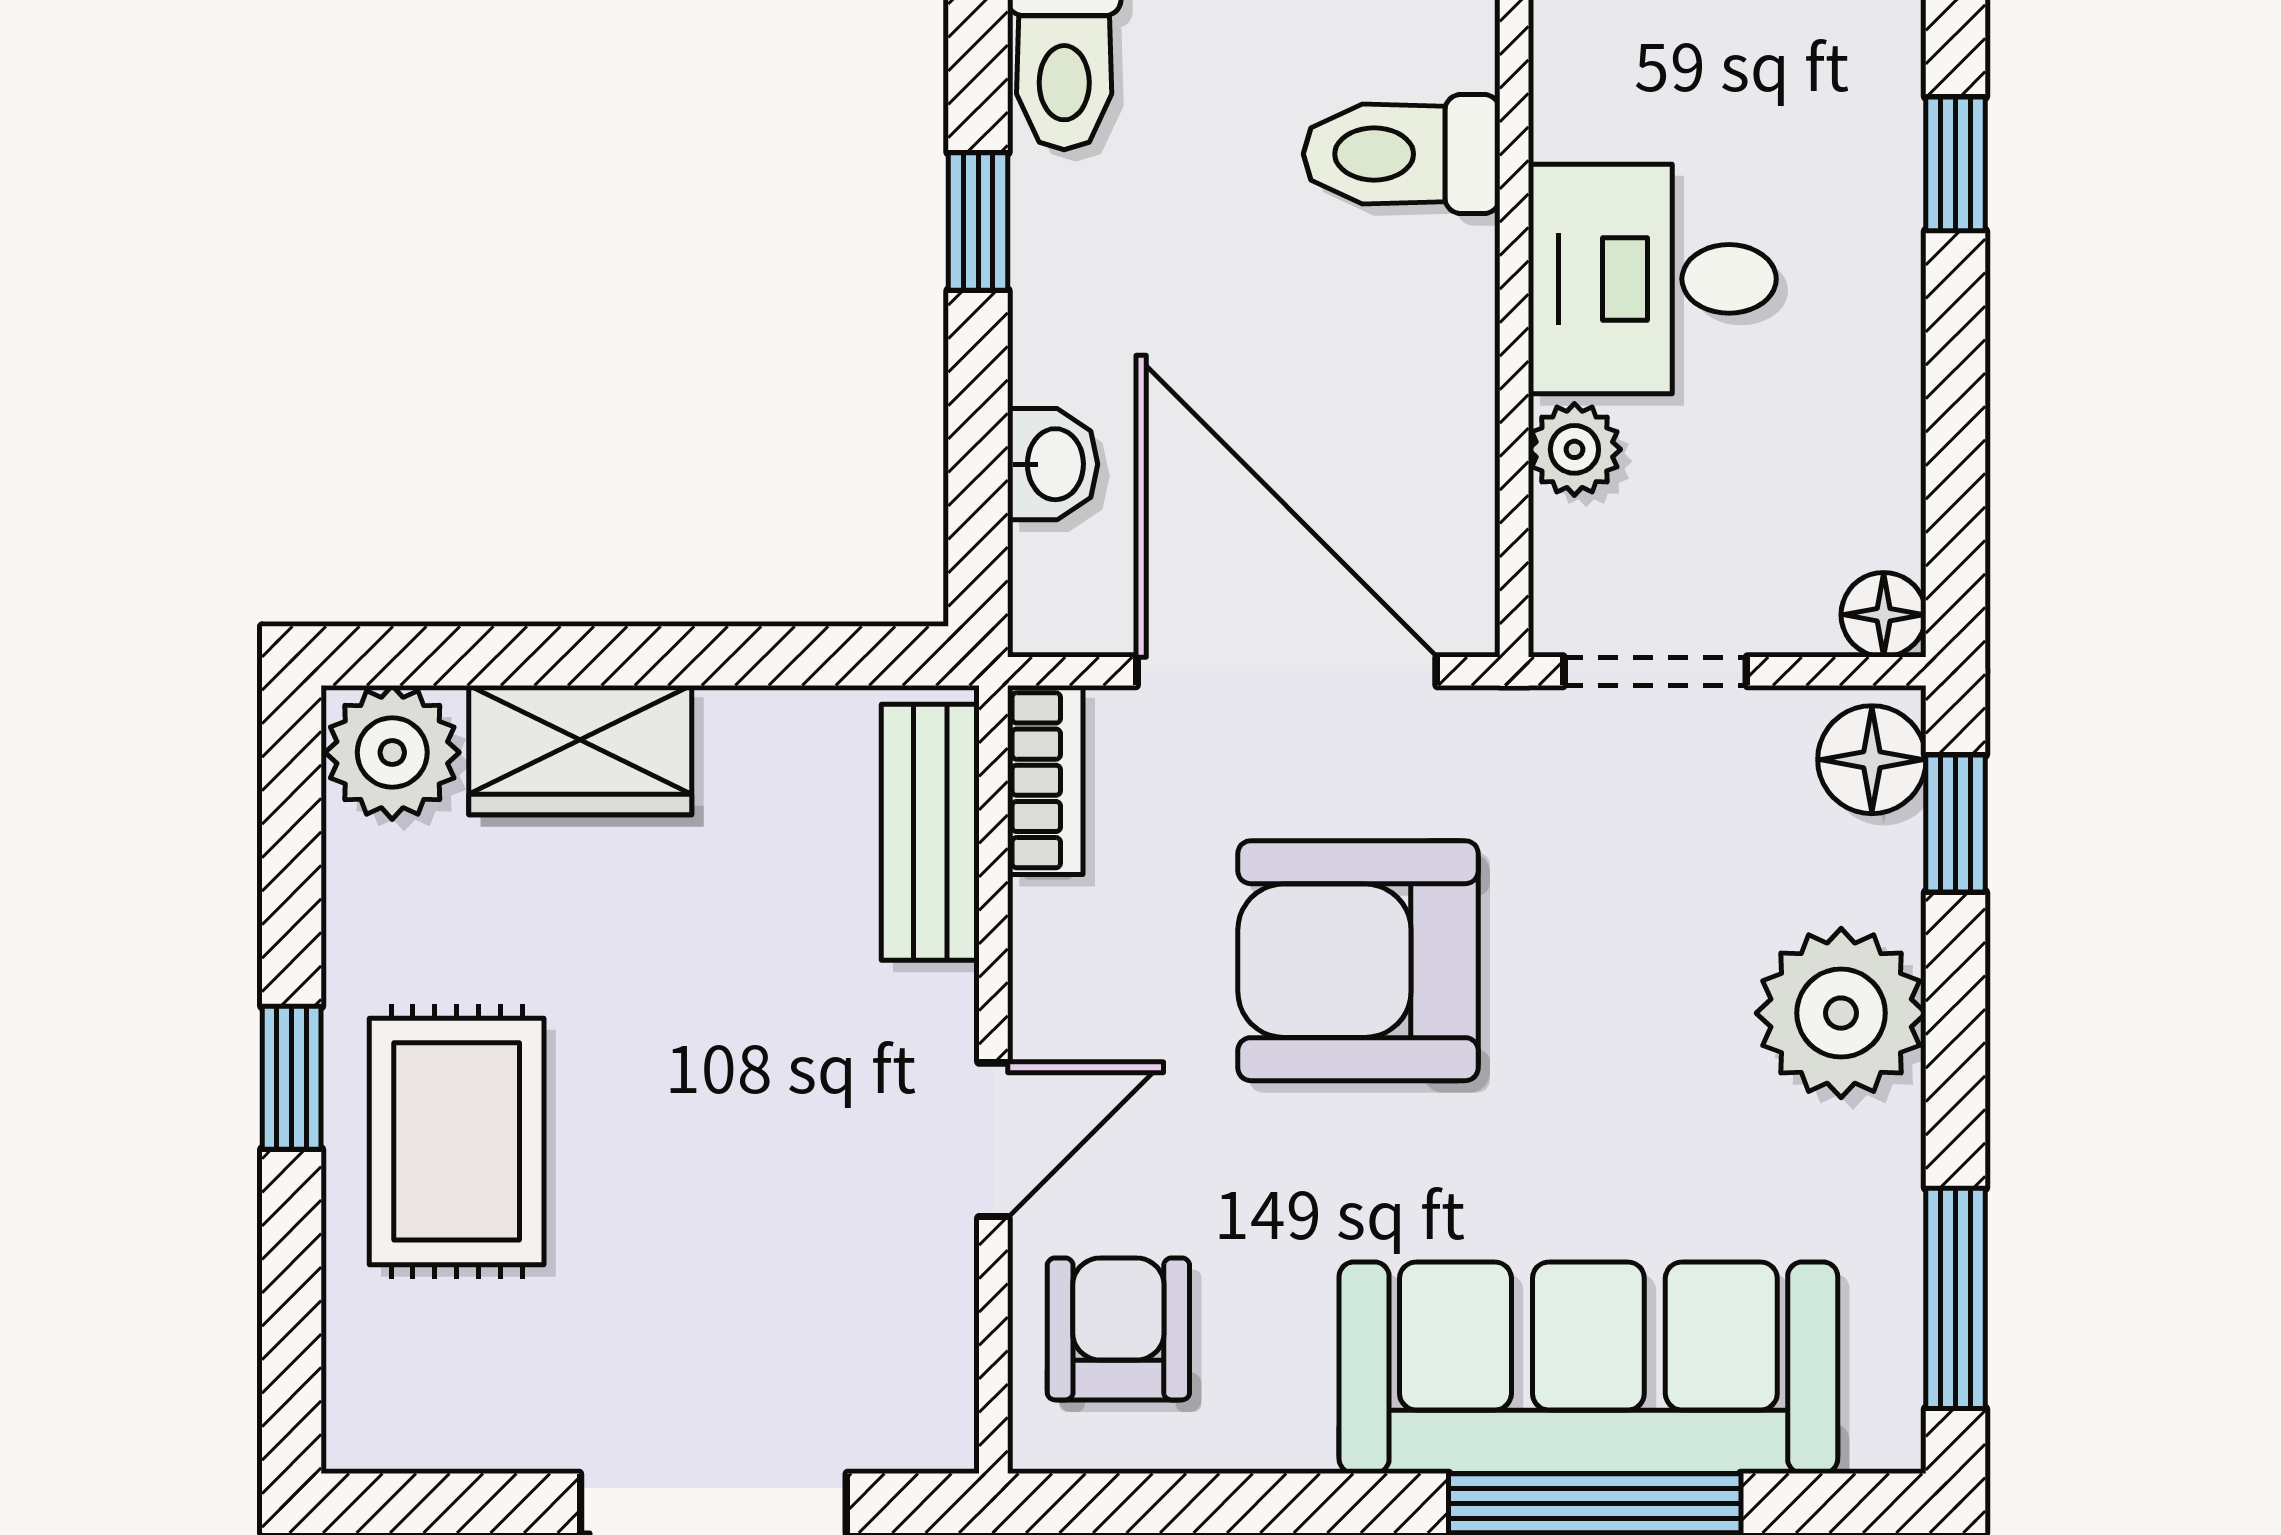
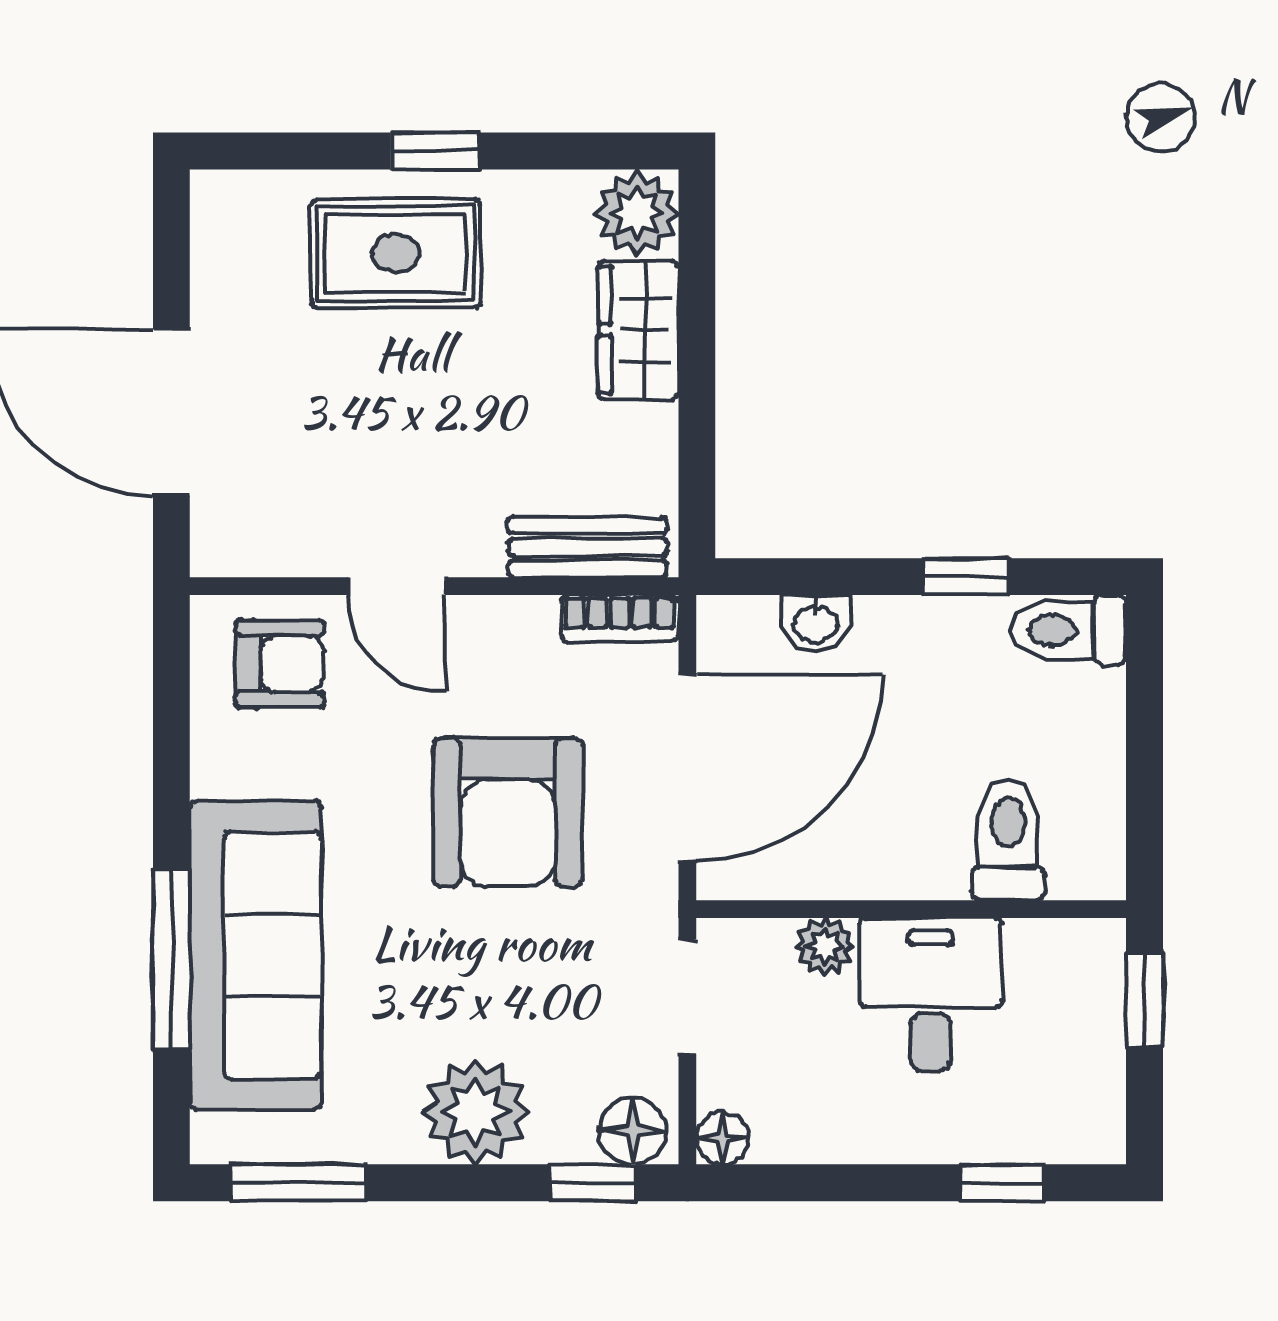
armchair: (1358, 961) -> (508, 812), turned 180

